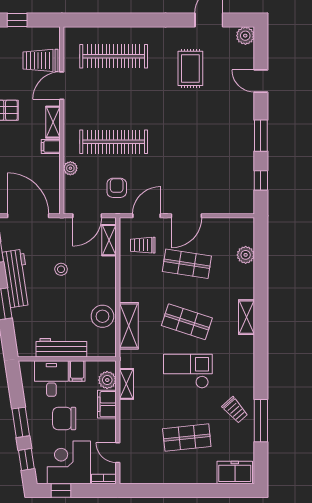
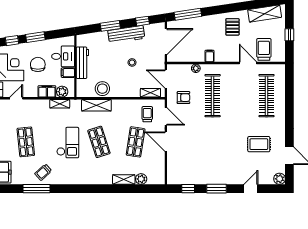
shelving: (53, 122) -> (225, 57), removed
shelving: (246, 317) -> (124, 180), moved
shop shelf: (187, 322) -> (99, 142), turned -36

